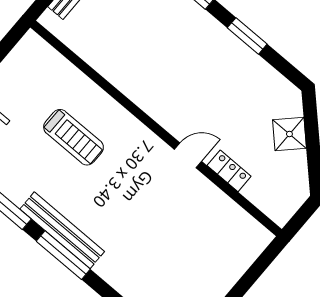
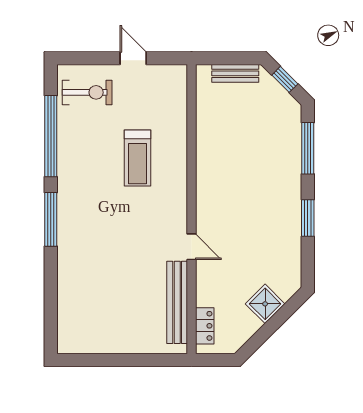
locker: (229, 171) -> (205, 326), moved
bench: (62, 230) -> (177, 302), moved

